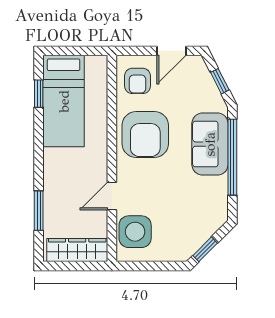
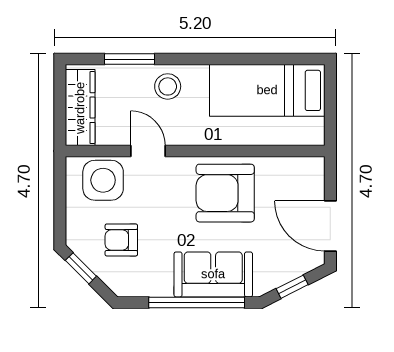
door: (171, 51) -> (330, 226), width x1.38
armchair: (137, 81) -> (121, 240), moved
window: (39, 94) -> (277, 59), removed
stool: (60, 180) -> (168, 86), added

